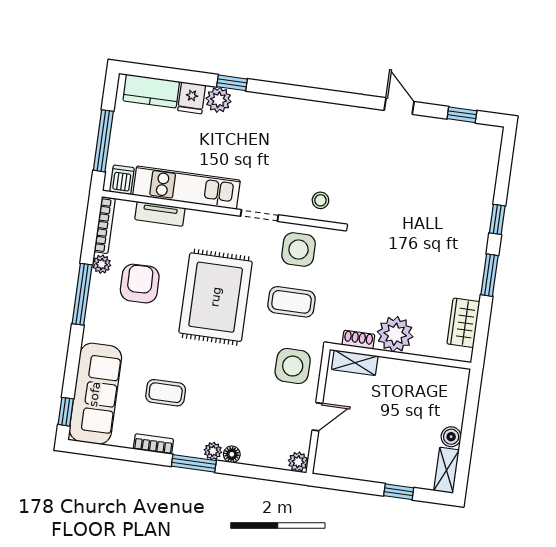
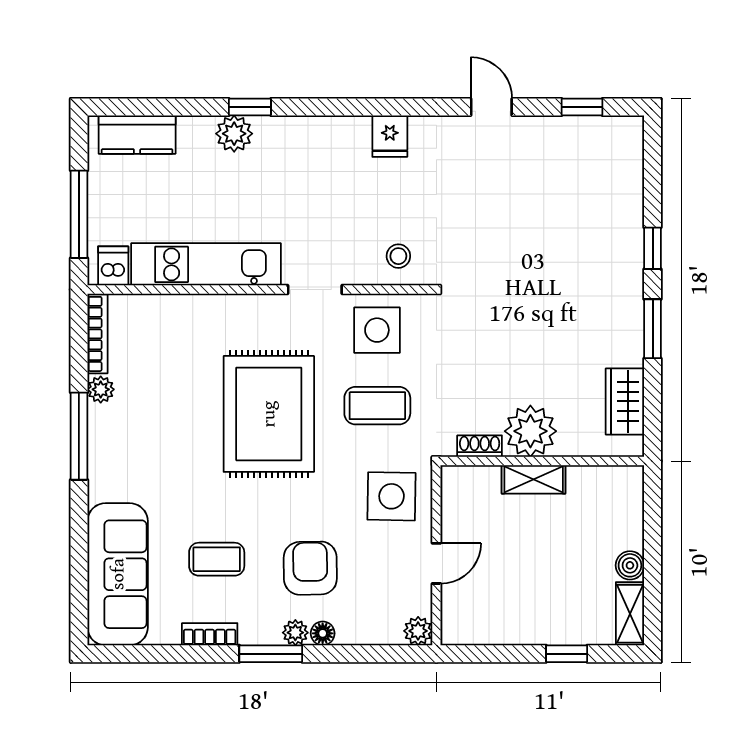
fridge: (192, 98) -> (390, 136), moved
tv unit: (160, 214) -> (174, 307), removed
armchair: (140, 284) -> (310, 568), moved
shelving: (355, 363) -> (534, 479), moved
window: (66, 412) -> (79, 606), removed

